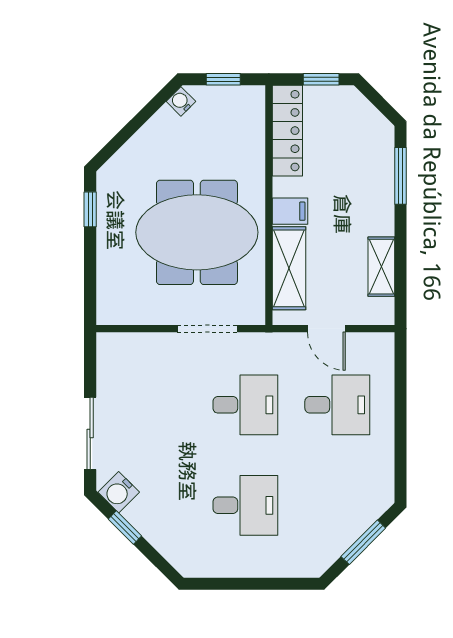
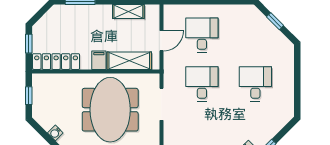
water cooler: (181, 101) -> (55, 133), moved
window: (363, 542) -> (275, 21), width x0.67

